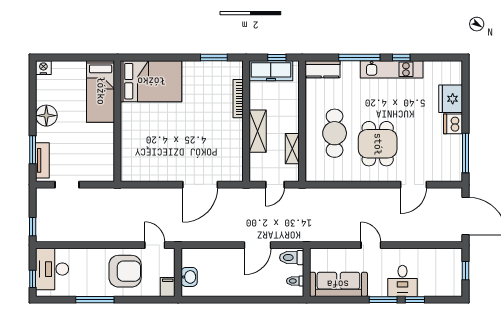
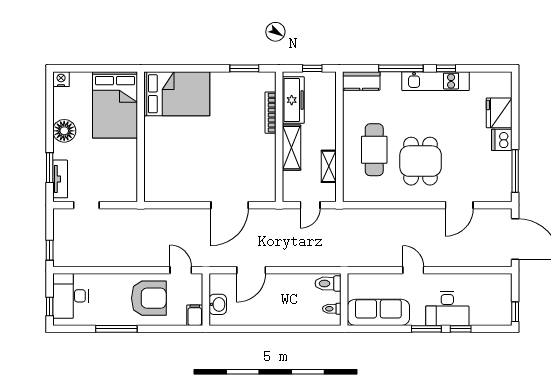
freezer: (271, 71) -> (293, 100), moved, turned -90
bed: (101, 91) -> (115, 105), width x1.50
door: (258, 245) -> (251, 270), moved
window: (465, 271) -> (515, 312), moved
desk: (403, 281) -> (447, 309), width x1.37

